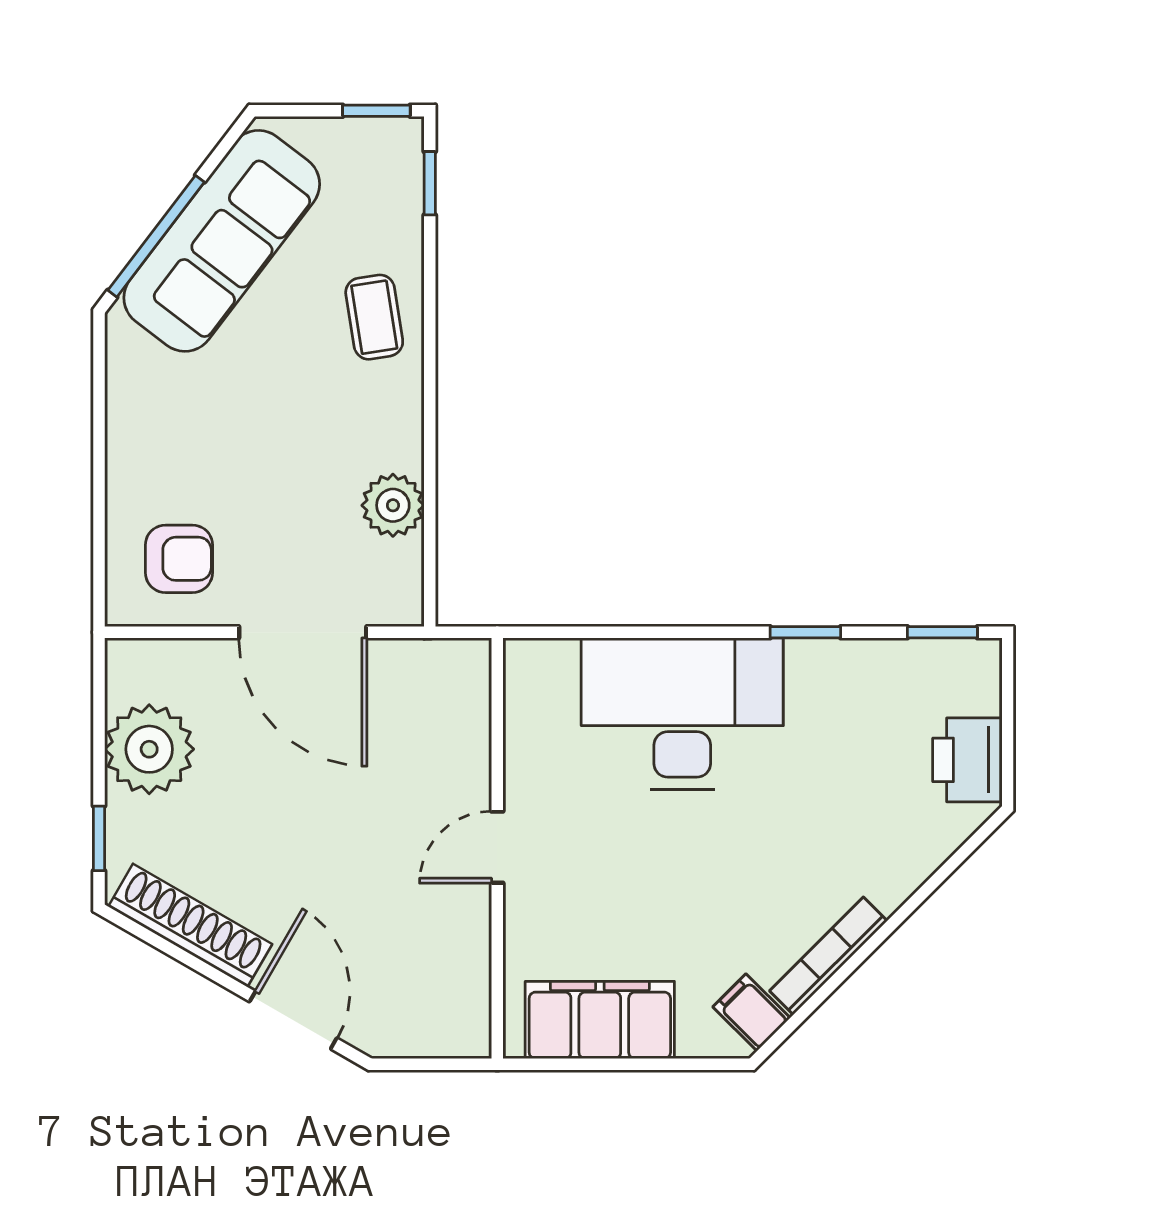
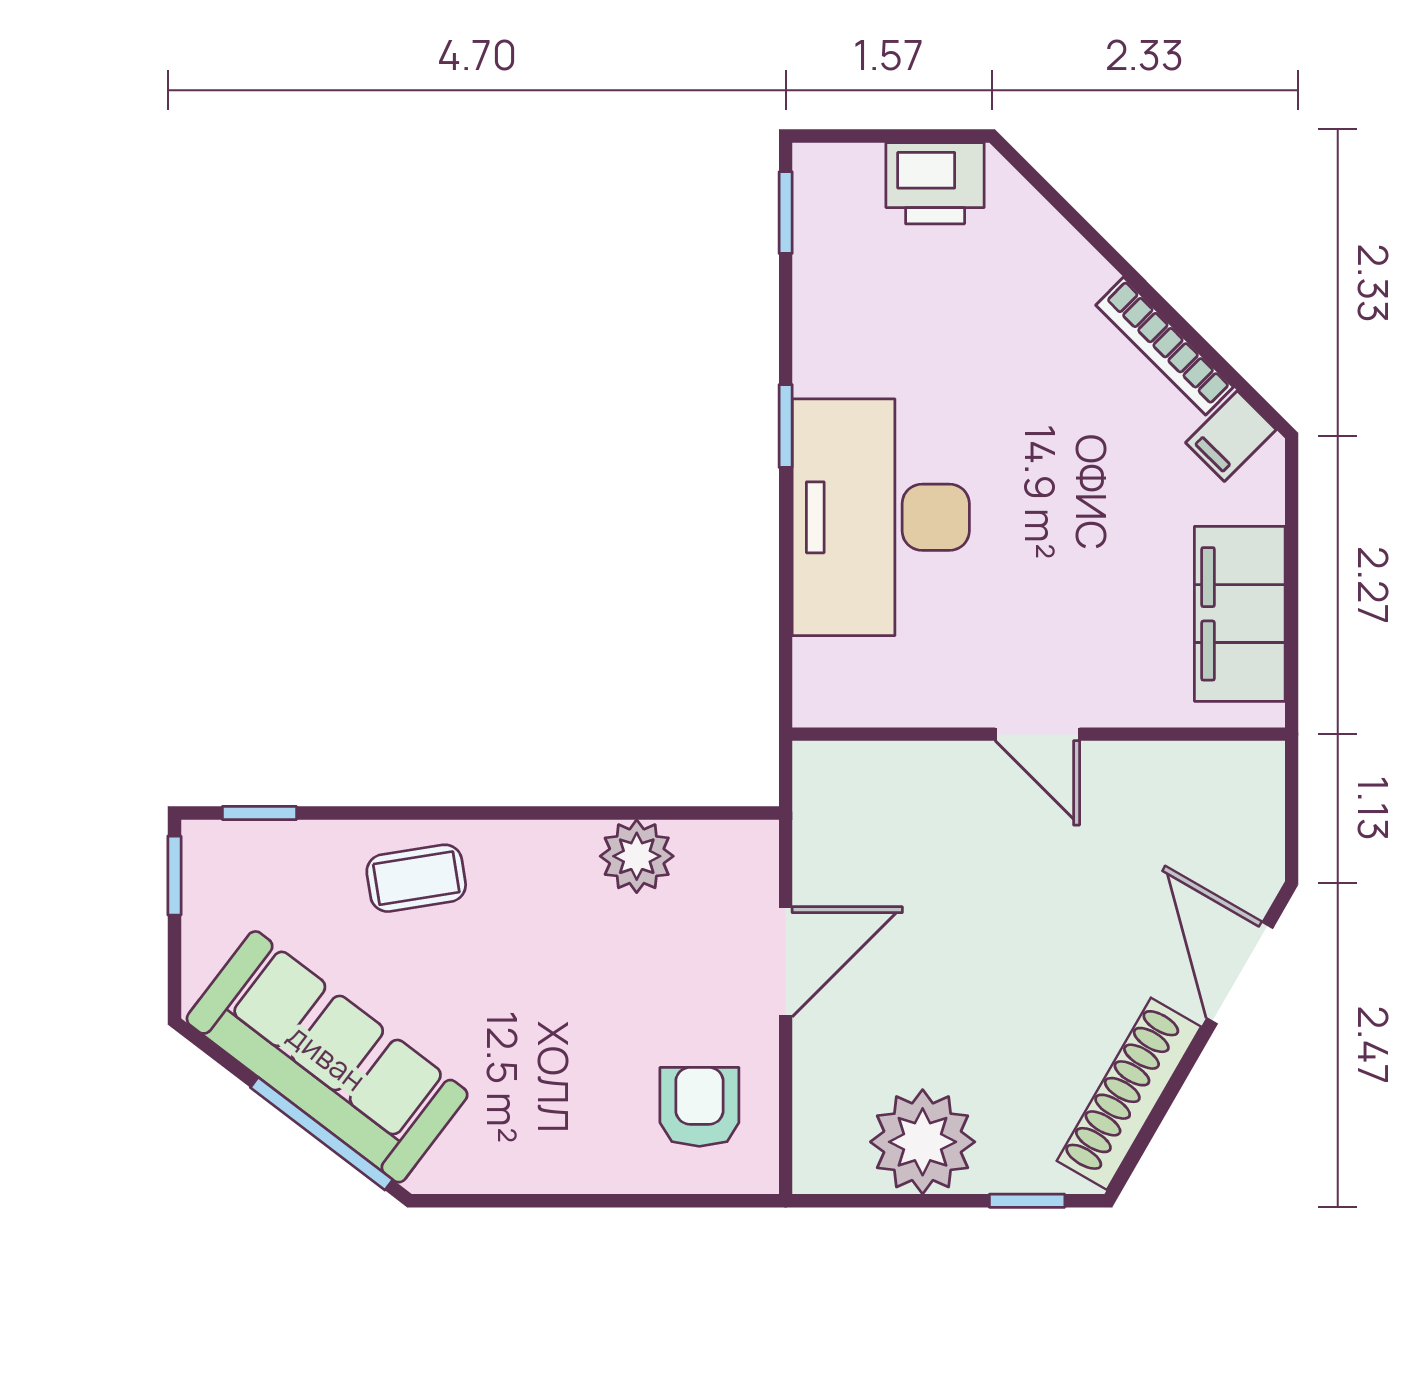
door: (303, 632) -> (786, 962), width x0.73
window: (805, 632) -> (786, 426), moved
door: (293, 1020) -> (1240, 973), hinge flipped

